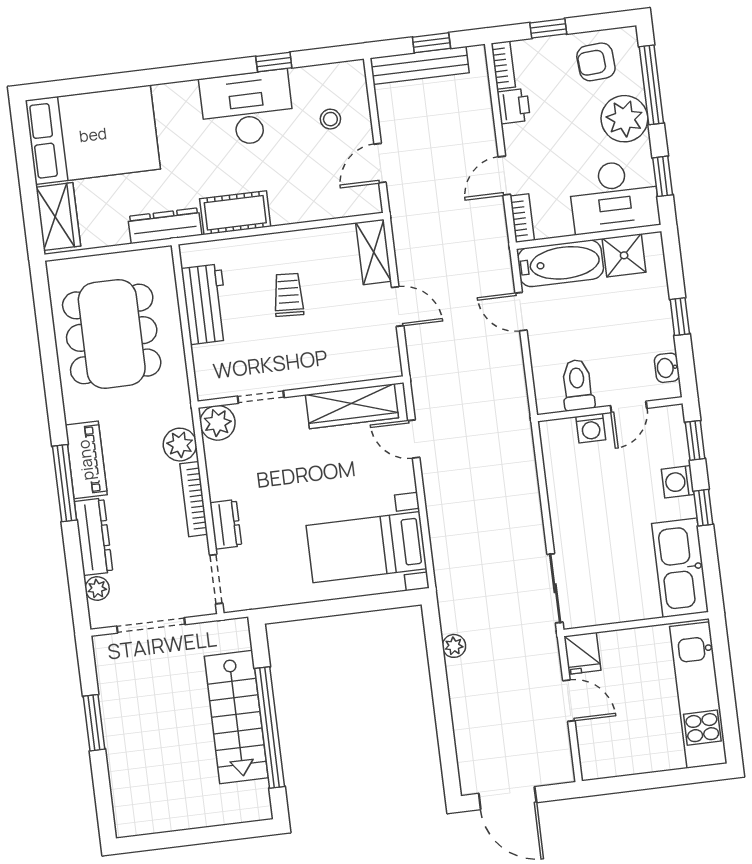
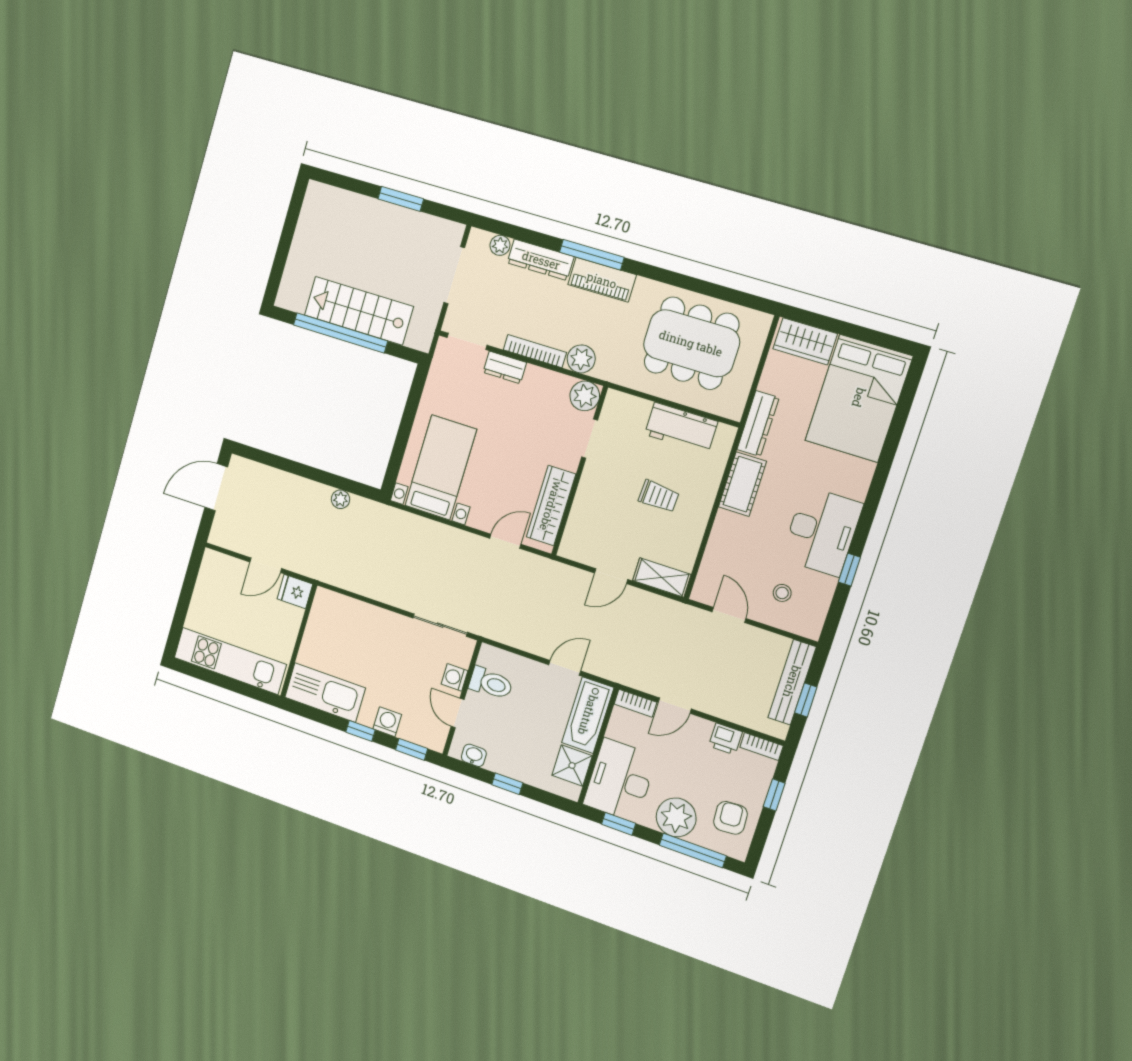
door: (504, 176) -> (675, 706), swing flipped
sliding door: (555, 588) -> (440, 625), moved

